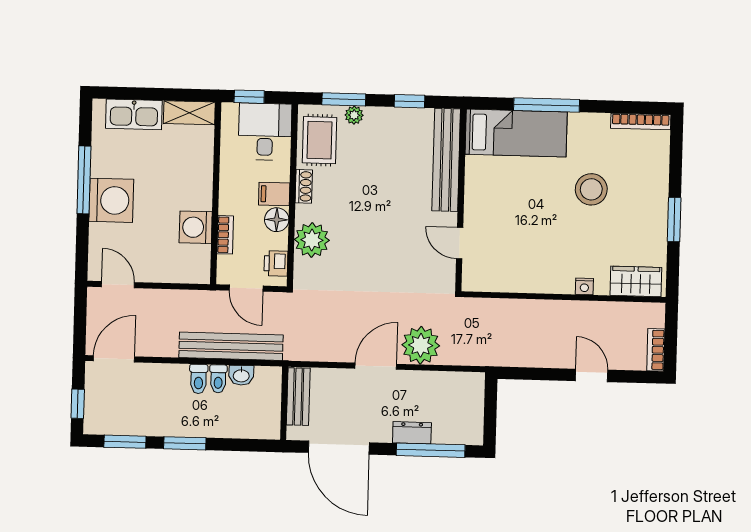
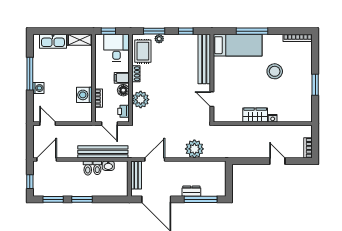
washing machine: (111, 200) -> (38, 88), width x0.53, depth x0.53
wardrobe: (636, 281) -> (255, 115), moved
door: (376, 366) -> (155, 160), moved

